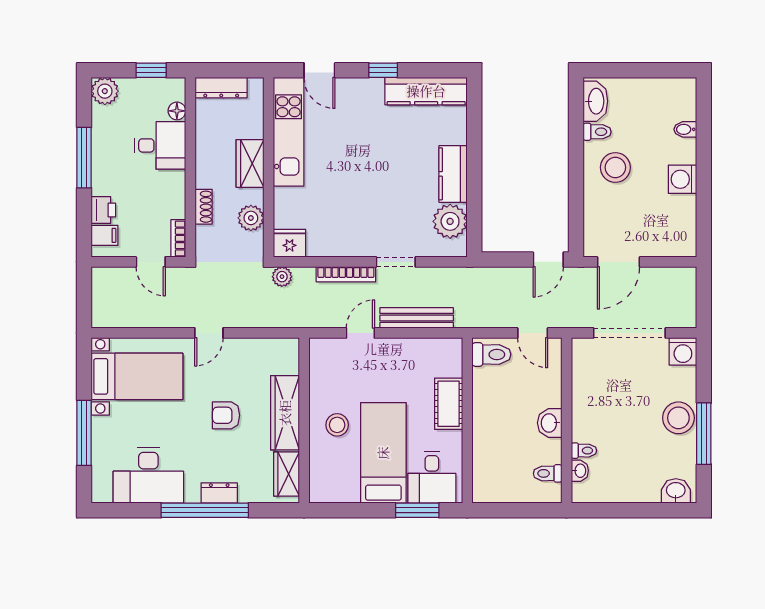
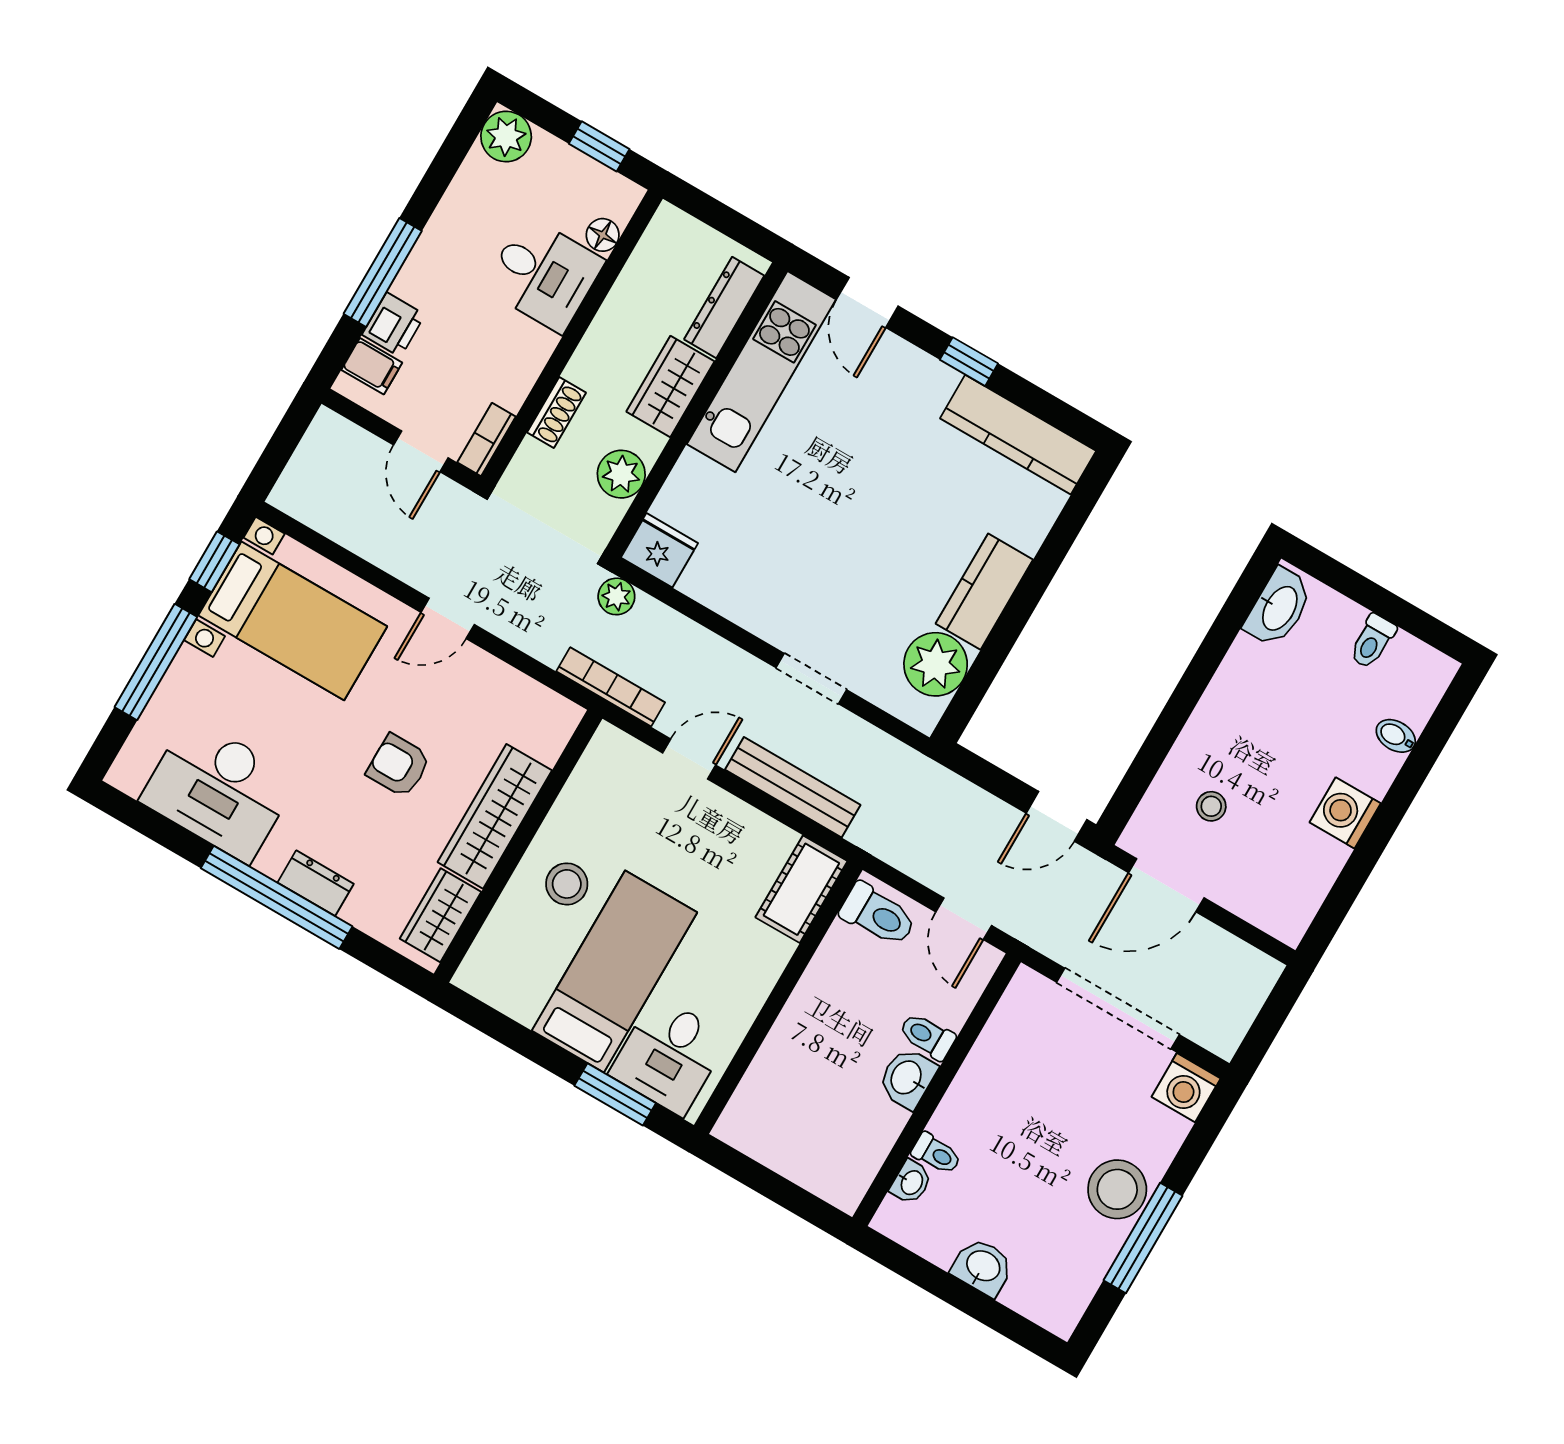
dresser: (221, 88) -> (724, 307), moved, turned 90
toilet: (597, 132) -> (1372, 641), moved, turned 90
window: (84, 158) -> (383, 272), moved
stool: (615, 167) -> (1211, 806), moved, width x0.53, depth x0.53
bookcase: (346, 274) -> (611, 687), moved, turned 180
window: (84, 370) -> (214, 562), added
cot: (449, 404) -> (801, 889), moved
toilet: (548, 473) -> (927, 1036), moved
washbasin: (676, 491) -> (983, 1267), moved

